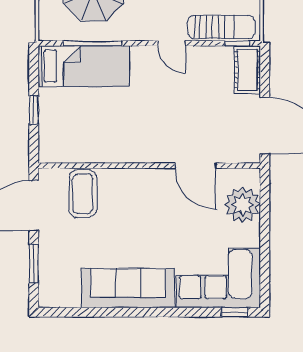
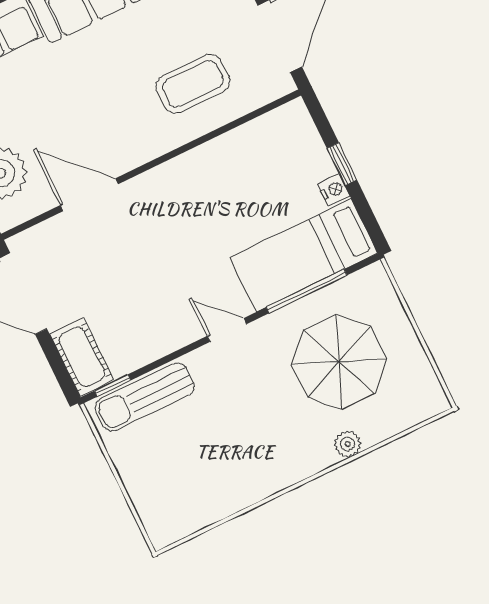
door: (172, 43) -> (227, 330), moved
nightstand: (46, 97) -> (334, 190), added
coffee table: (83, 194) -> (193, 84), moved, turned 90

